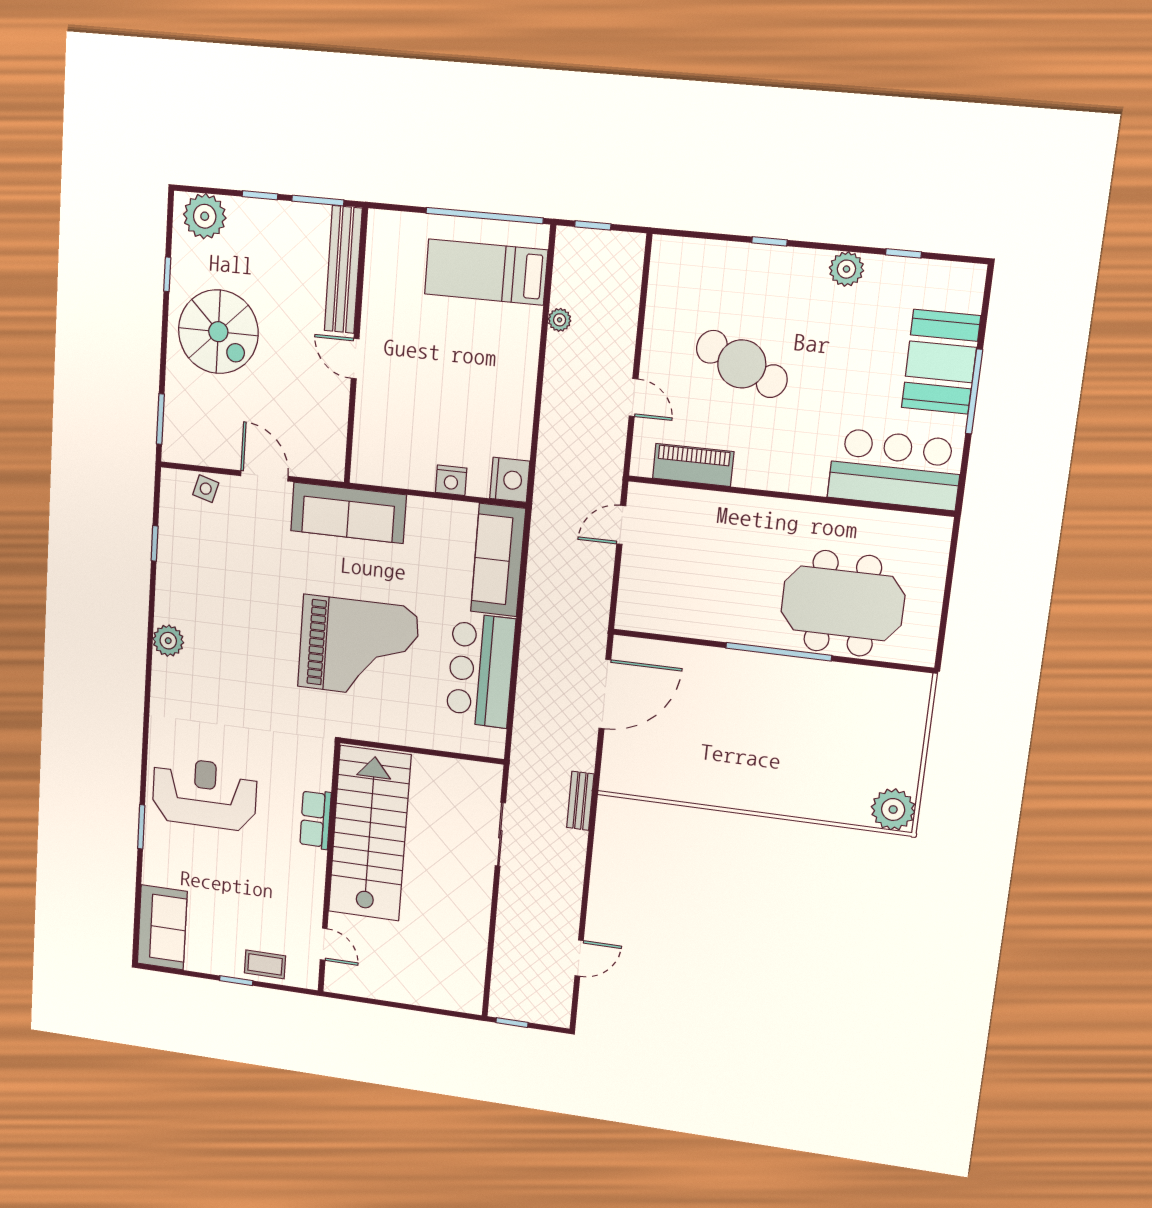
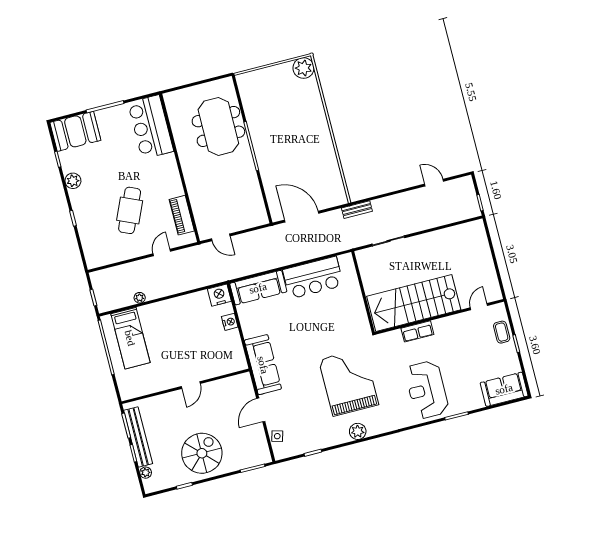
plant: (205, 216) -> (146, 473), width x0.53, depth x0.53
bench: (343, 270) -> (138, 437), moved, turned 90
booth: (941, 362) -> (75, 131), moved
grand piano: (358, 647) -> (349, 382), moved

